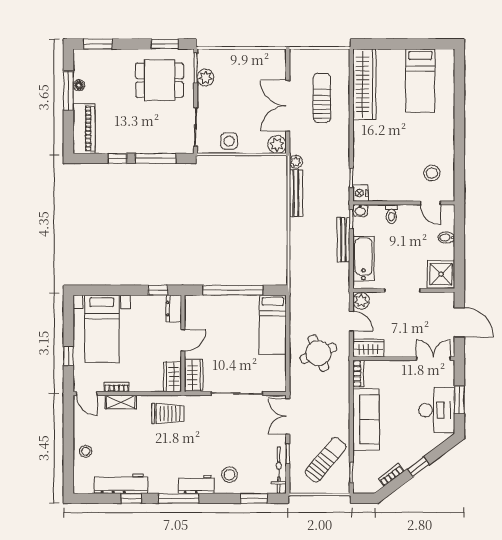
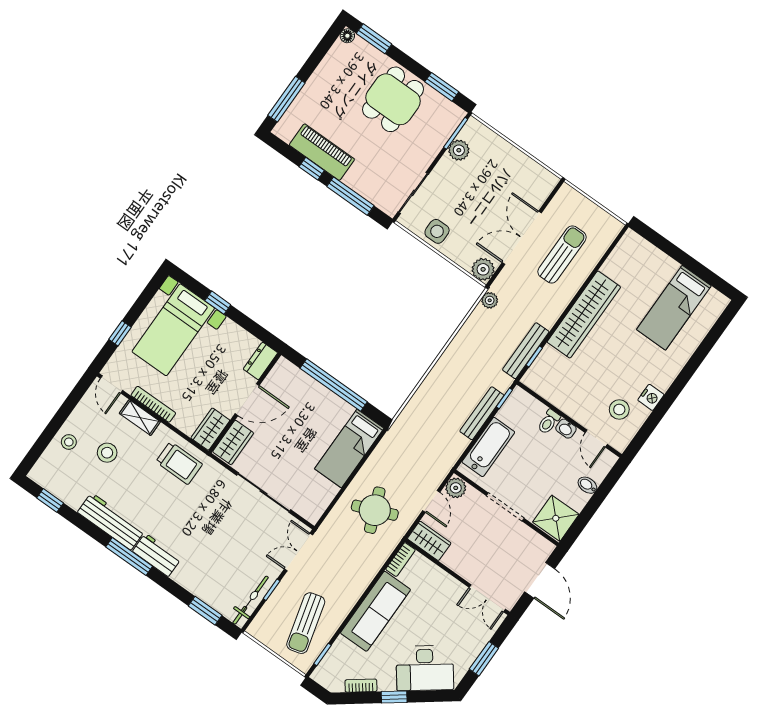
dining table: (160, 80) -> (393, 99), moved, turned 90
wardrobe: (364, 84) -> (584, 315), moved
floor lamp: (79, 85) -> (347, 36), moved
window: (68, 90) -> (286, 99), moved
piano: (84, 129) -> (322, 152), moved, turned -90
bench: (296, 193) -> (526, 351), moved
nightstand: (360, 193) -> (651, 397), moved, turned 180
washbasin: (360, 210) -> (566, 429), moved
window: (158, 290) -> (218, 303), moved
door: (183, 340) -> (247, 400), width x1.38
double door: (433, 359) -> (487, 598), swing flipped
bookcase: (117, 387) -> (153, 404), width x1.56
desk: (437, 410) -> (425, 668), moved, turned 53
sun lounger: (326, 460) -> (306, 623), turned 125
stool: (230, 475) -> (107, 453), moved
workbench: (121, 484) -> (111, 521), moved
window: (131, 498) -> (50, 500), moved

